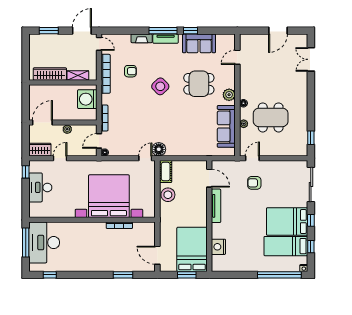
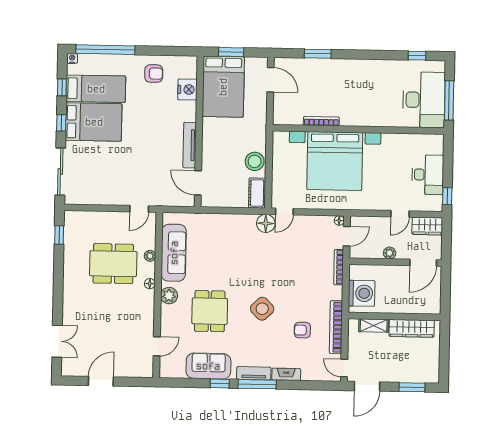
dining table: (199, 84) -> (210, 311), turned 90
armchair: (254, 183) -> (154, 74), moved

